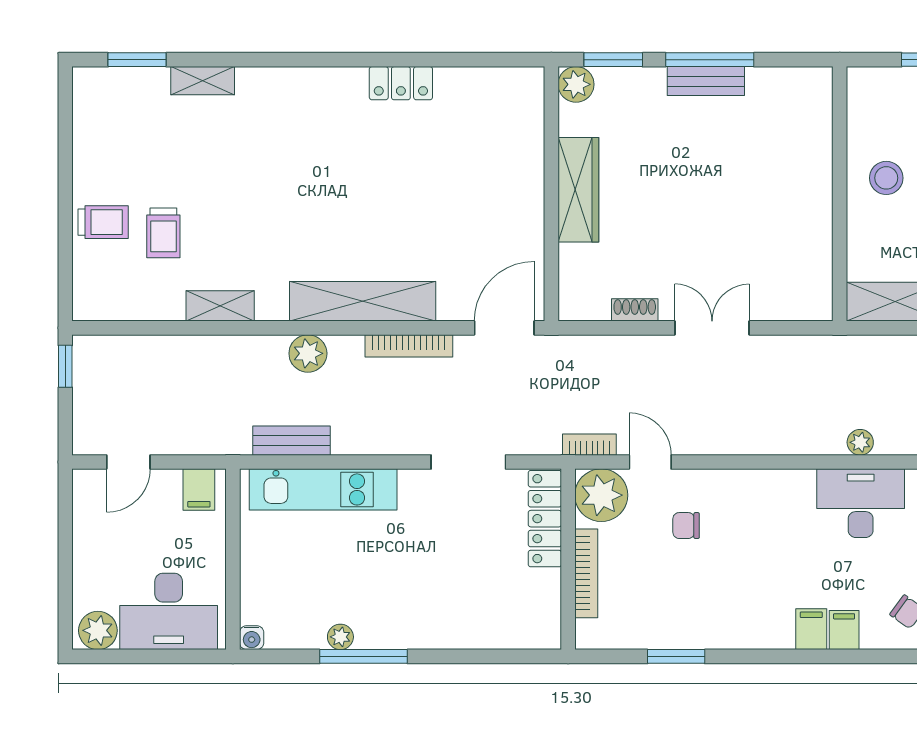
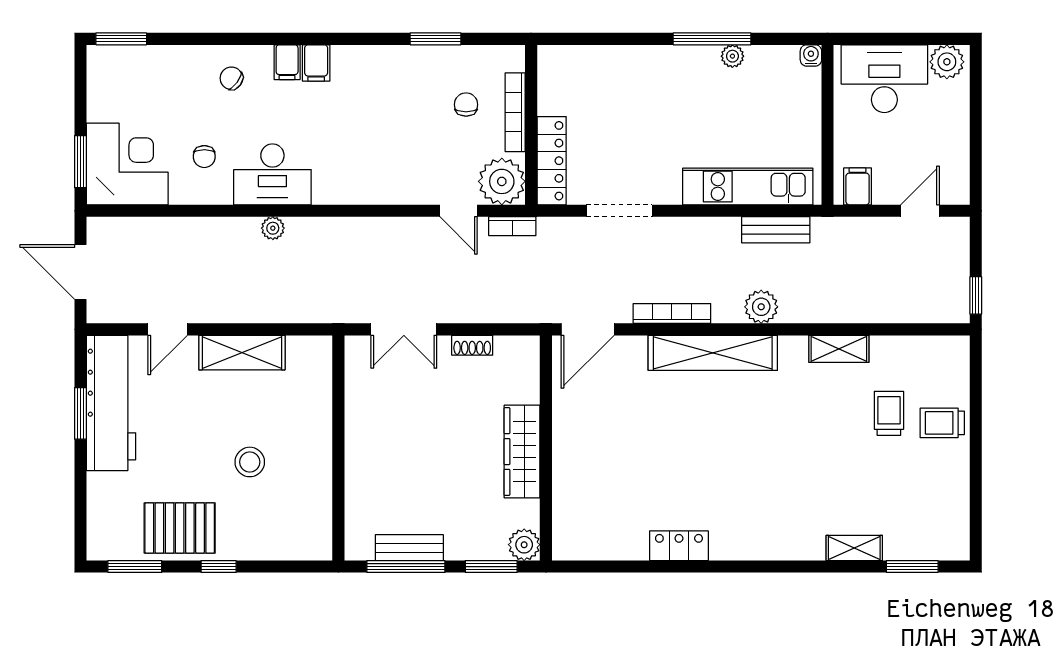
wall: (840, 194) -> (338, 448), moved
chair: (686, 526) -> (466, 105), moved, turned -90

